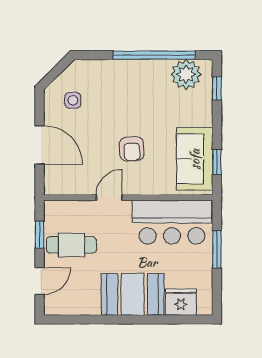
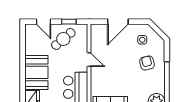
armchair: (132, 149) -> (147, 63), moved, turned 80
cafe table: (71, 245) -> (63, 39), turned 50

